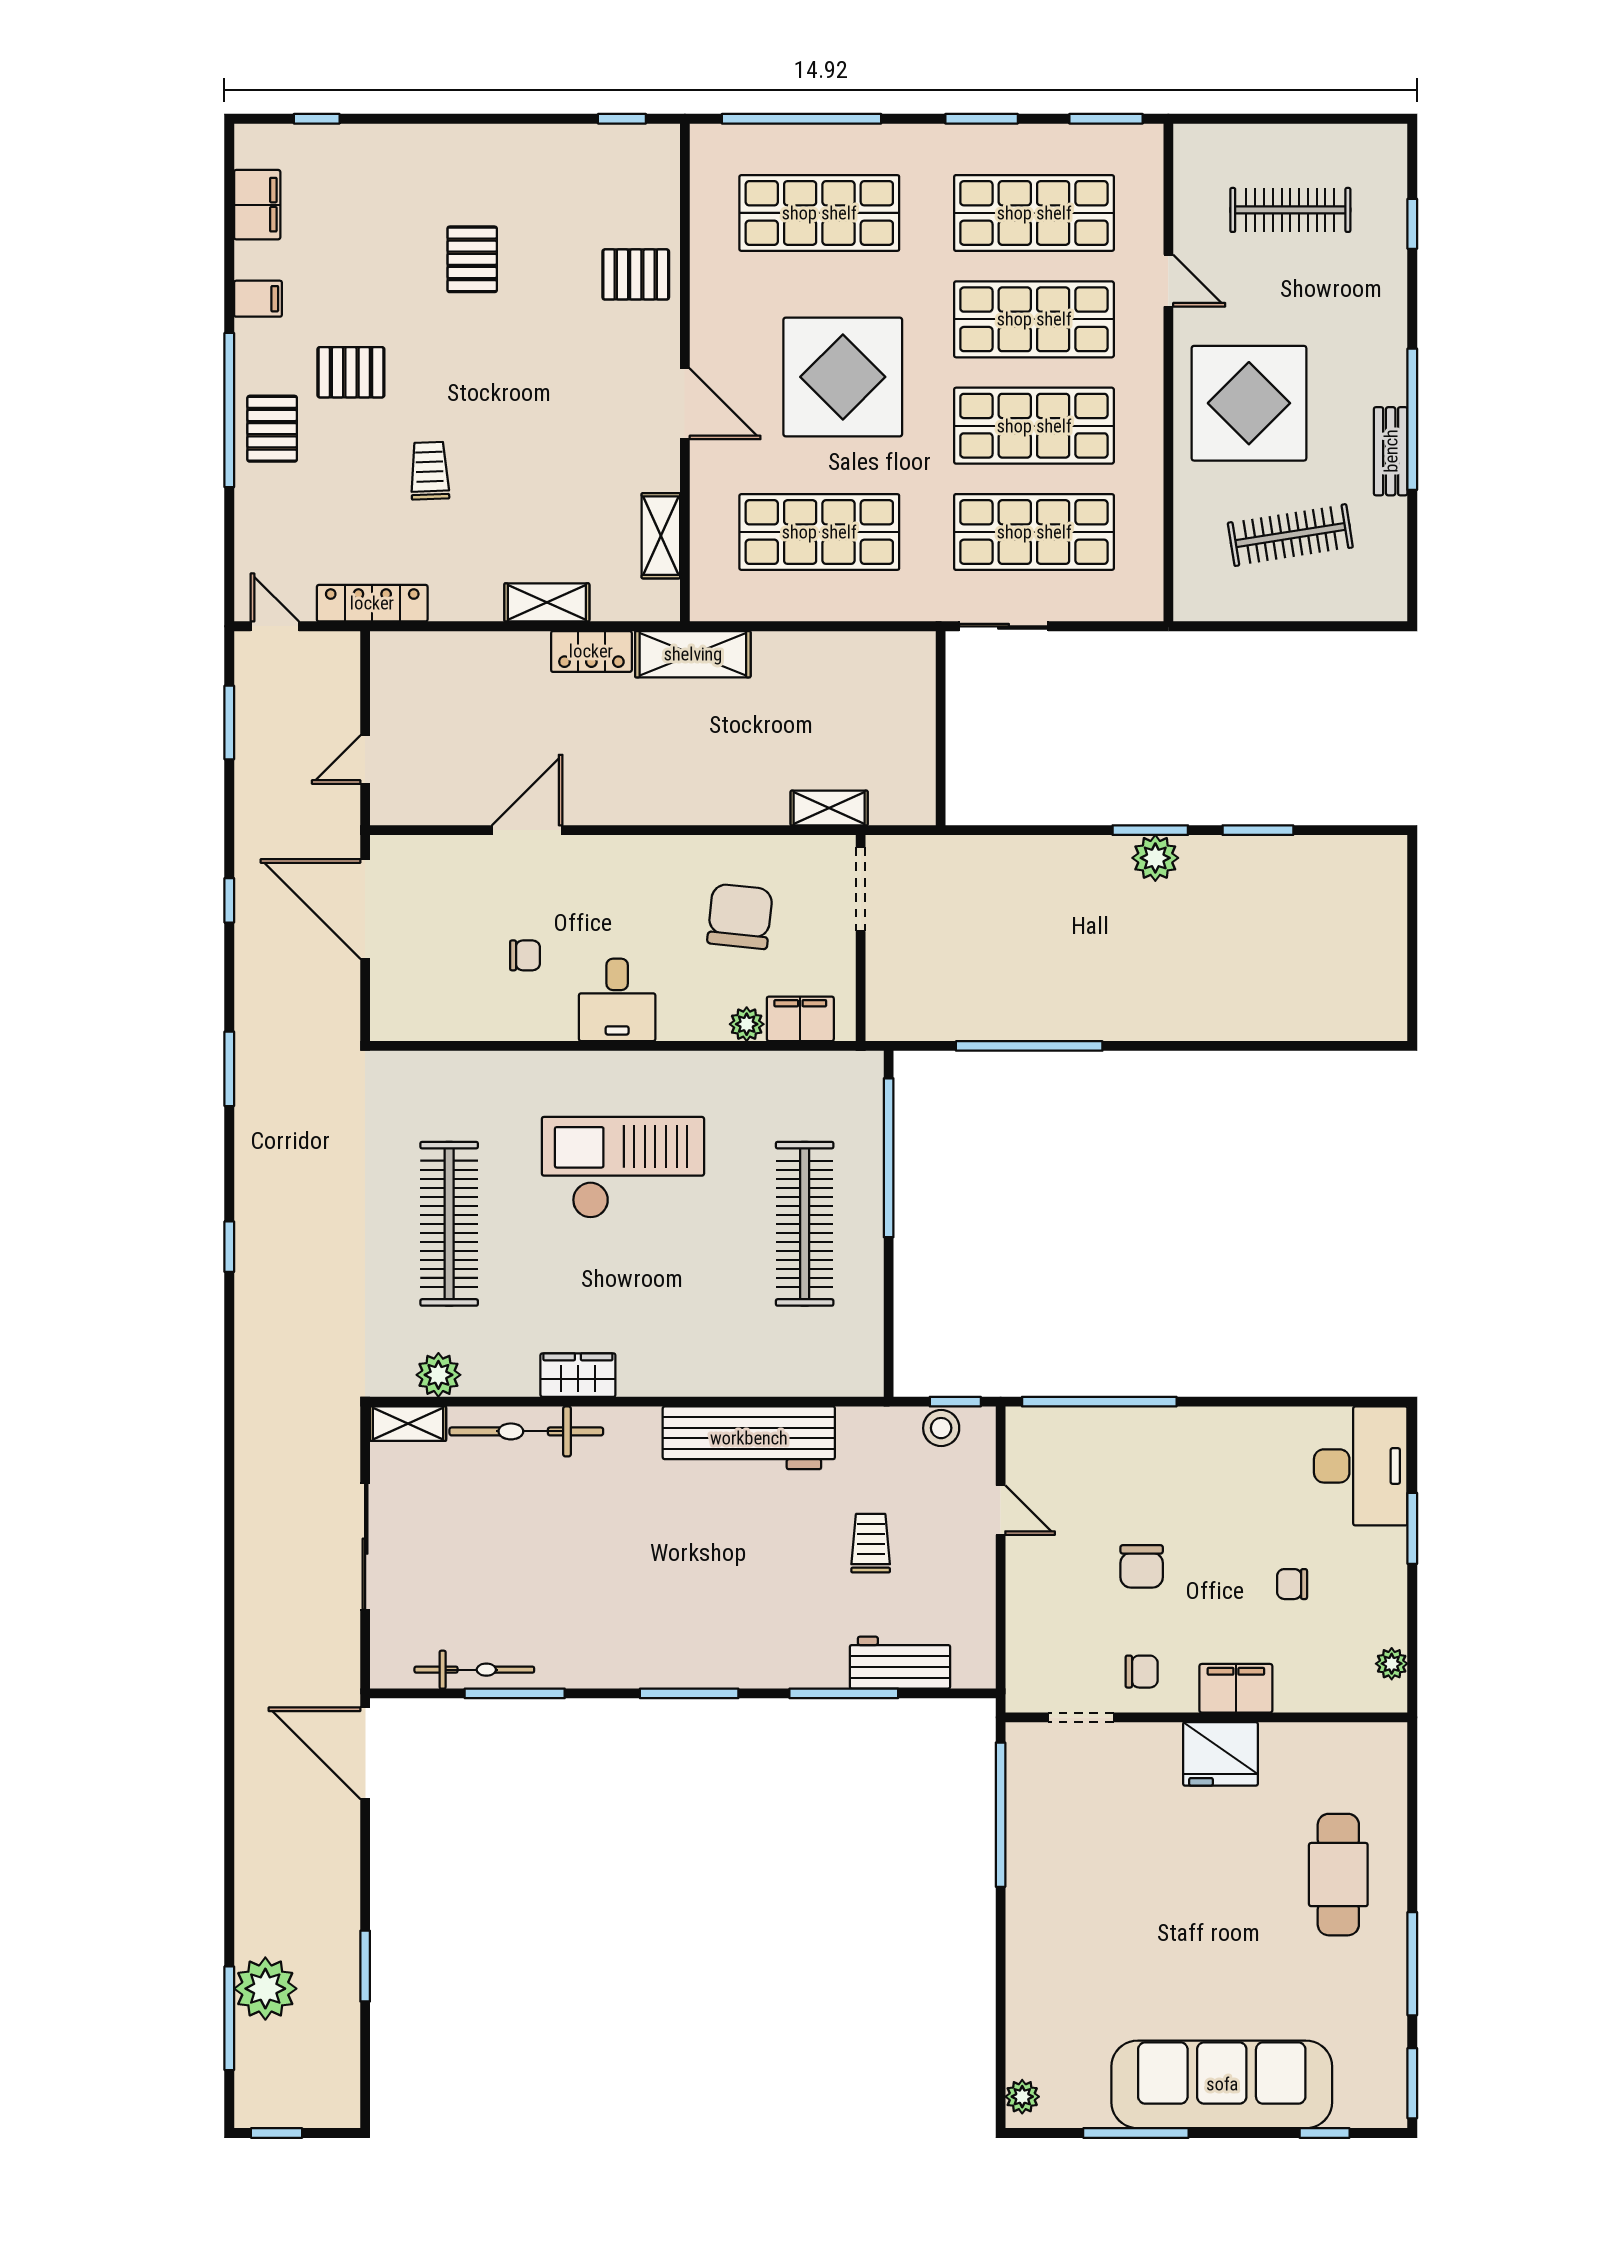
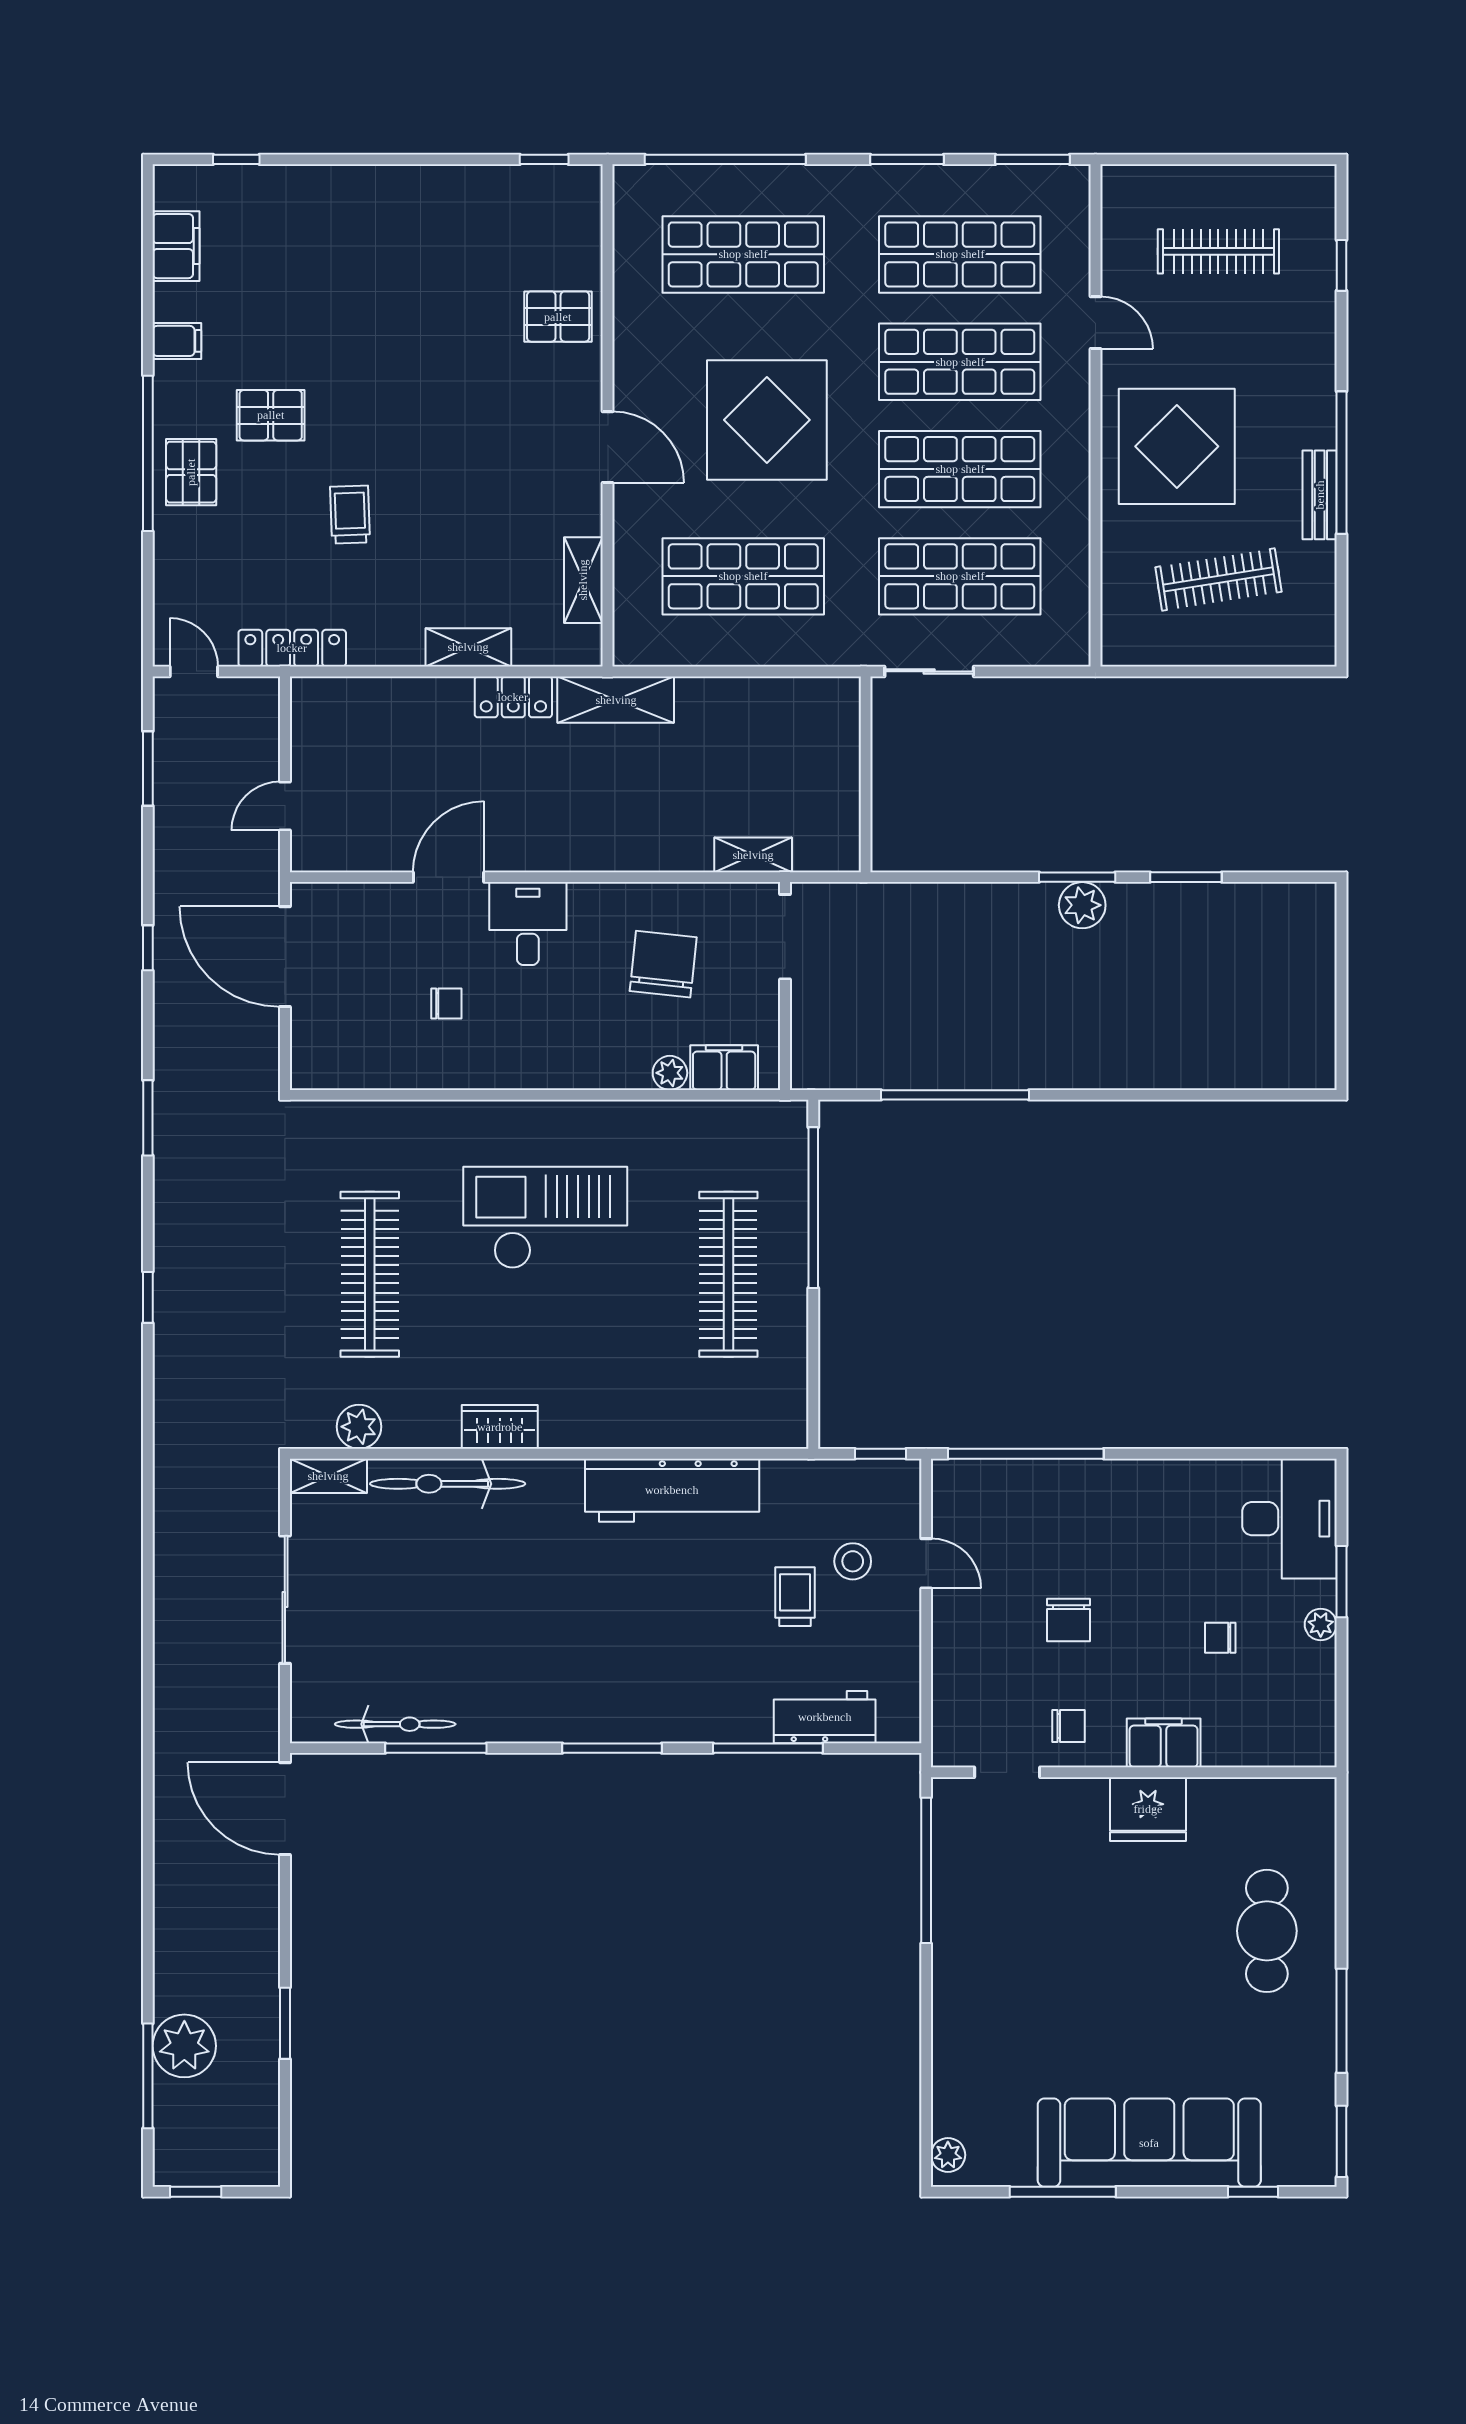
pallet: (472, 259) -> (393, 301), removed
desk: (617, 1000) -> (528, 924), moved, turned 180
stool: (941, 1428) -> (853, 1561), moved
plant: (1392, 1664) -> (1321, 1625), moved

